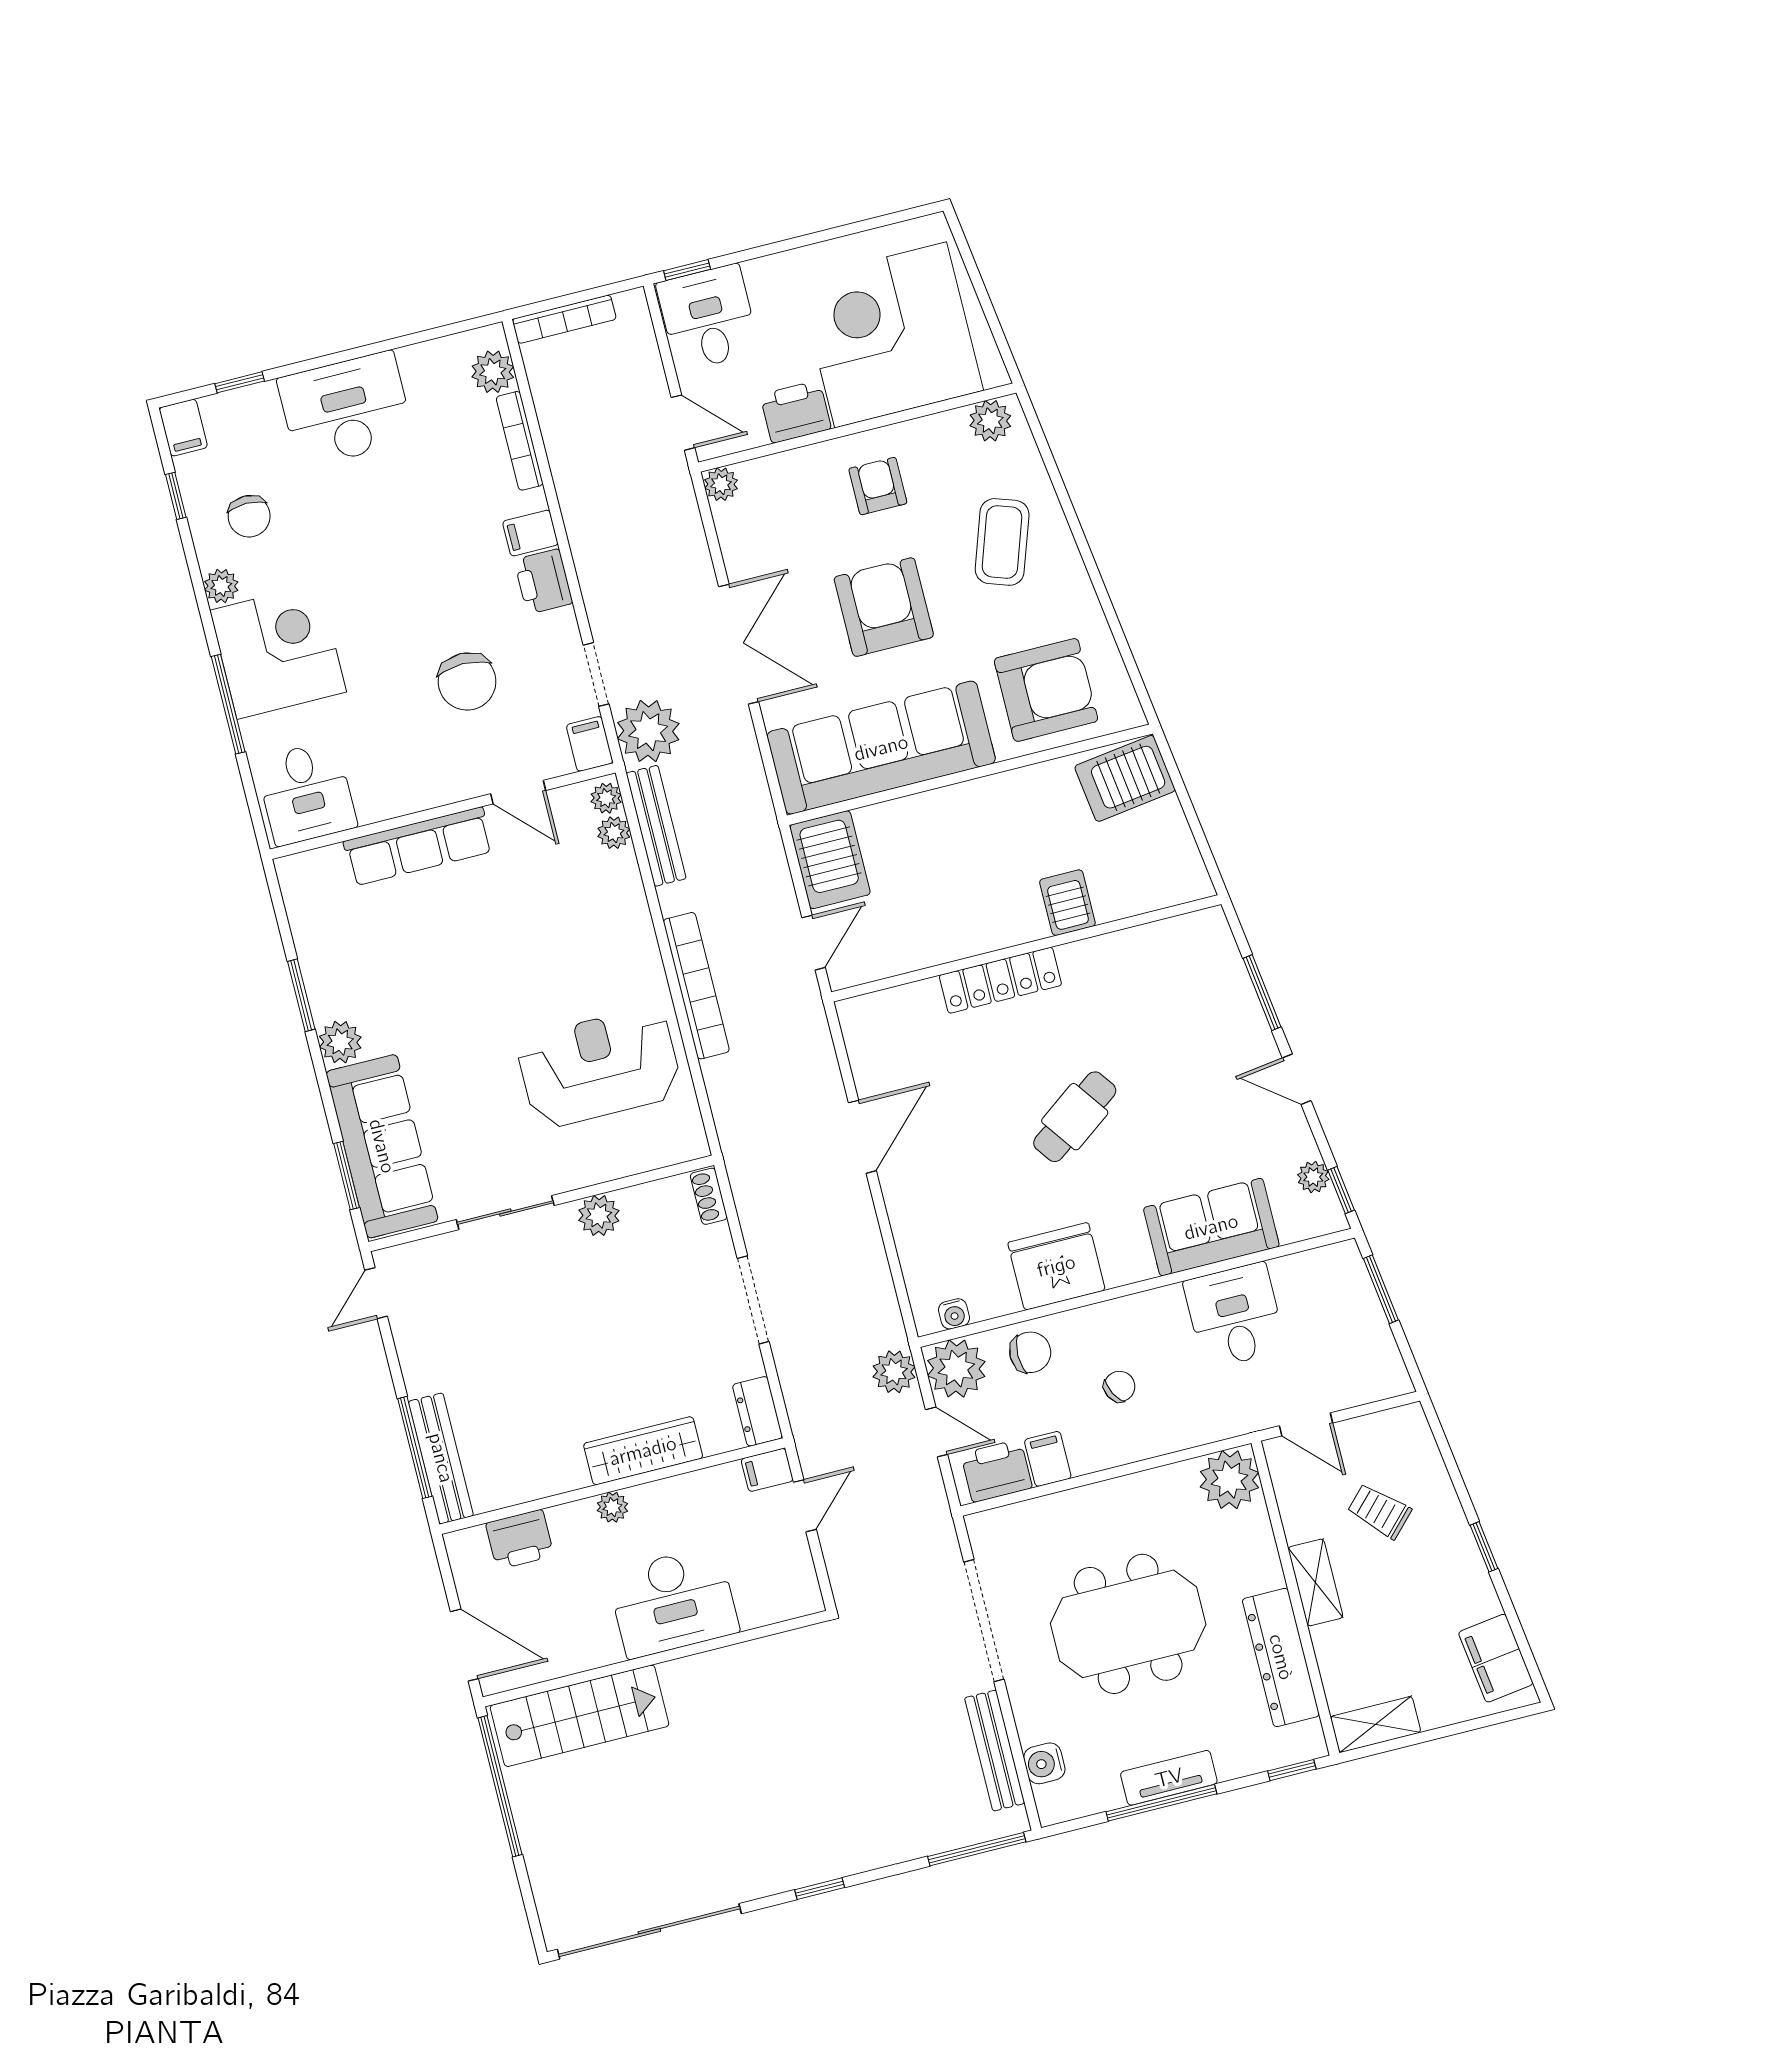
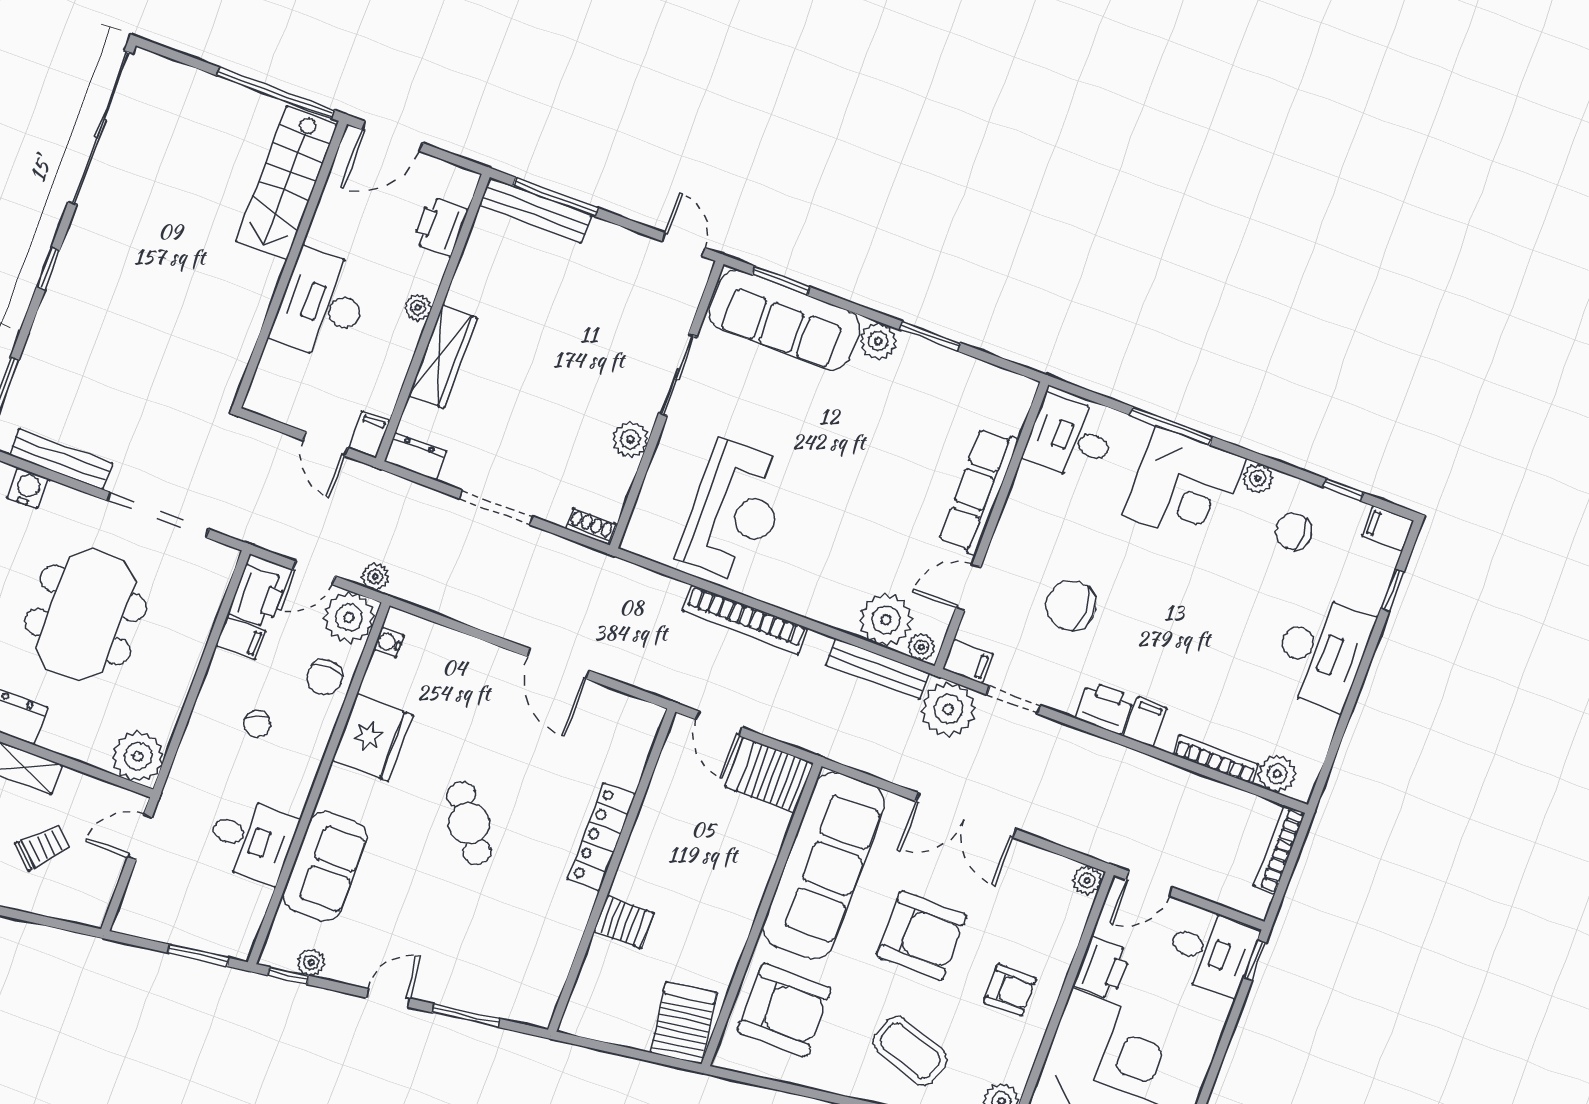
armchair: (1046, 690) -> (784, 1010), turned -90
plant: (614, 833) -> (886, 620), width x1.87, depth x1.87
plant: (894, 1372) -> (375, 577), width x0.73, depth x0.73

